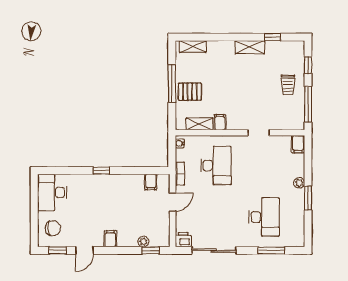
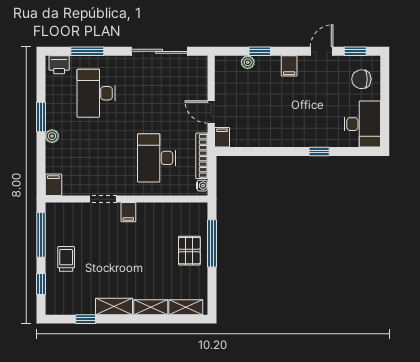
window: (172, 83) -> (212, 243), moved
pallet: (190, 92) -> (189, 251), turned 90
filing cabinet: (220, 122) -> (128, 212), moved
shelving: (199, 124) -> (151, 307), moved
window: (102, 171) -> (319, 151), moved
bookcase: (180, 174) -> (202, 156), width x1.56
filing cabinet: (151, 182) -> (222, 137), moved
door: (173, 202) -> (211, 112), hinge flipped
printer: (183, 240) -> (59, 65), moved
window: (150, 250) -> (260, 51), moved

